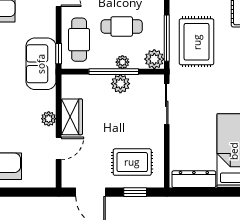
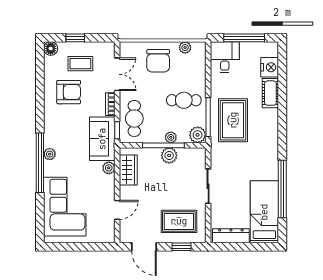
bookcase: (50, 23) -> (110, 104), added
cafe table: (122, 27) -> (184, 100), moved
sliding door: (167, 104) -> (208, 186), moved
wardrobe: (72, 117) -> (128, 170), moved
plant: (49, 119) -> (109, 168), moved

